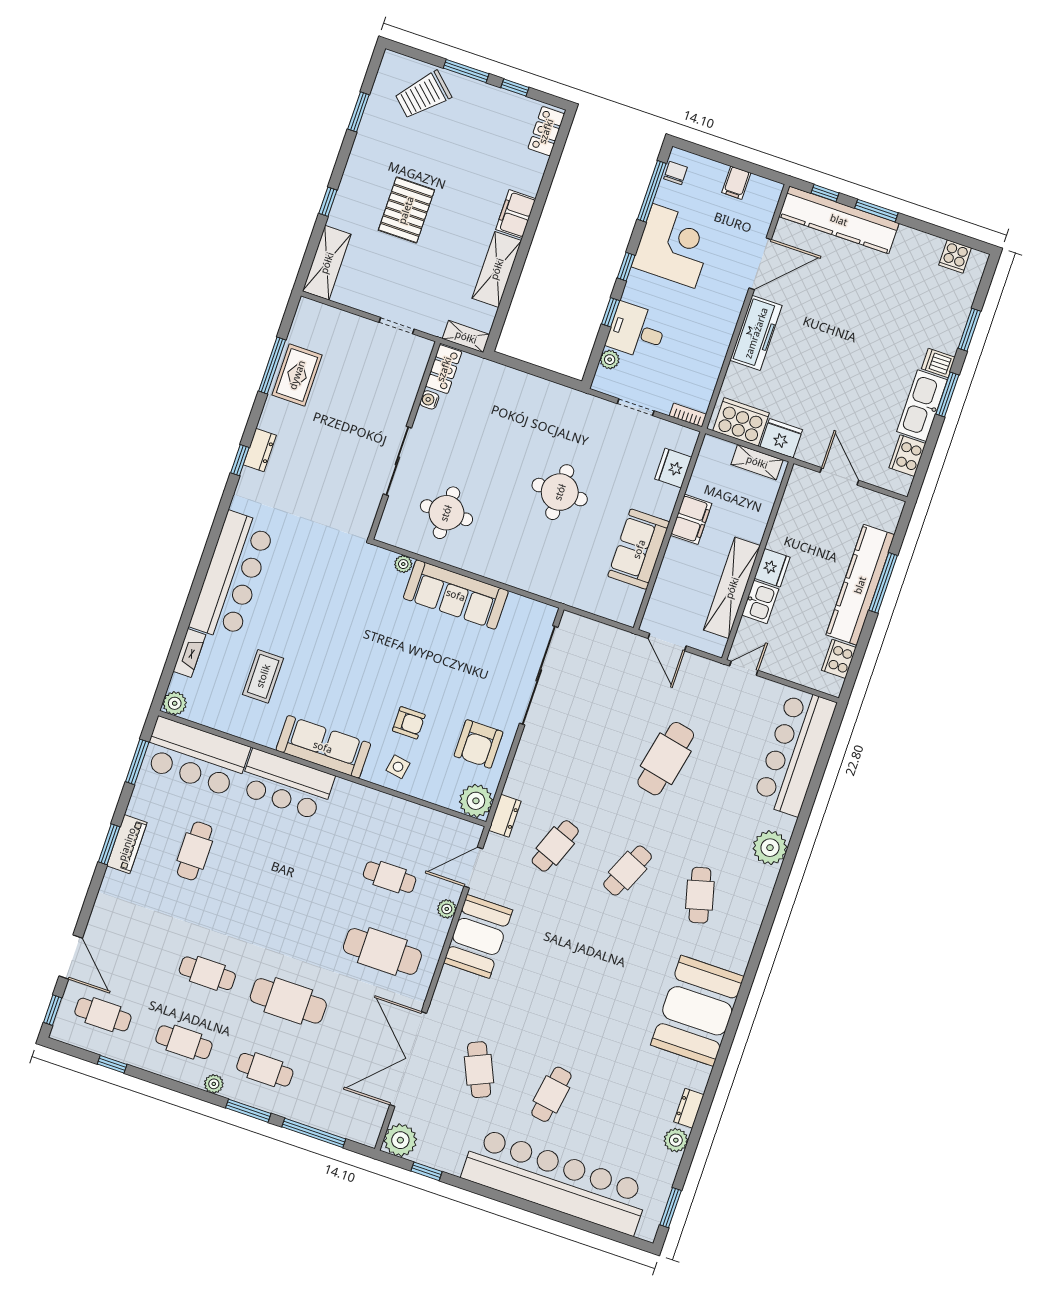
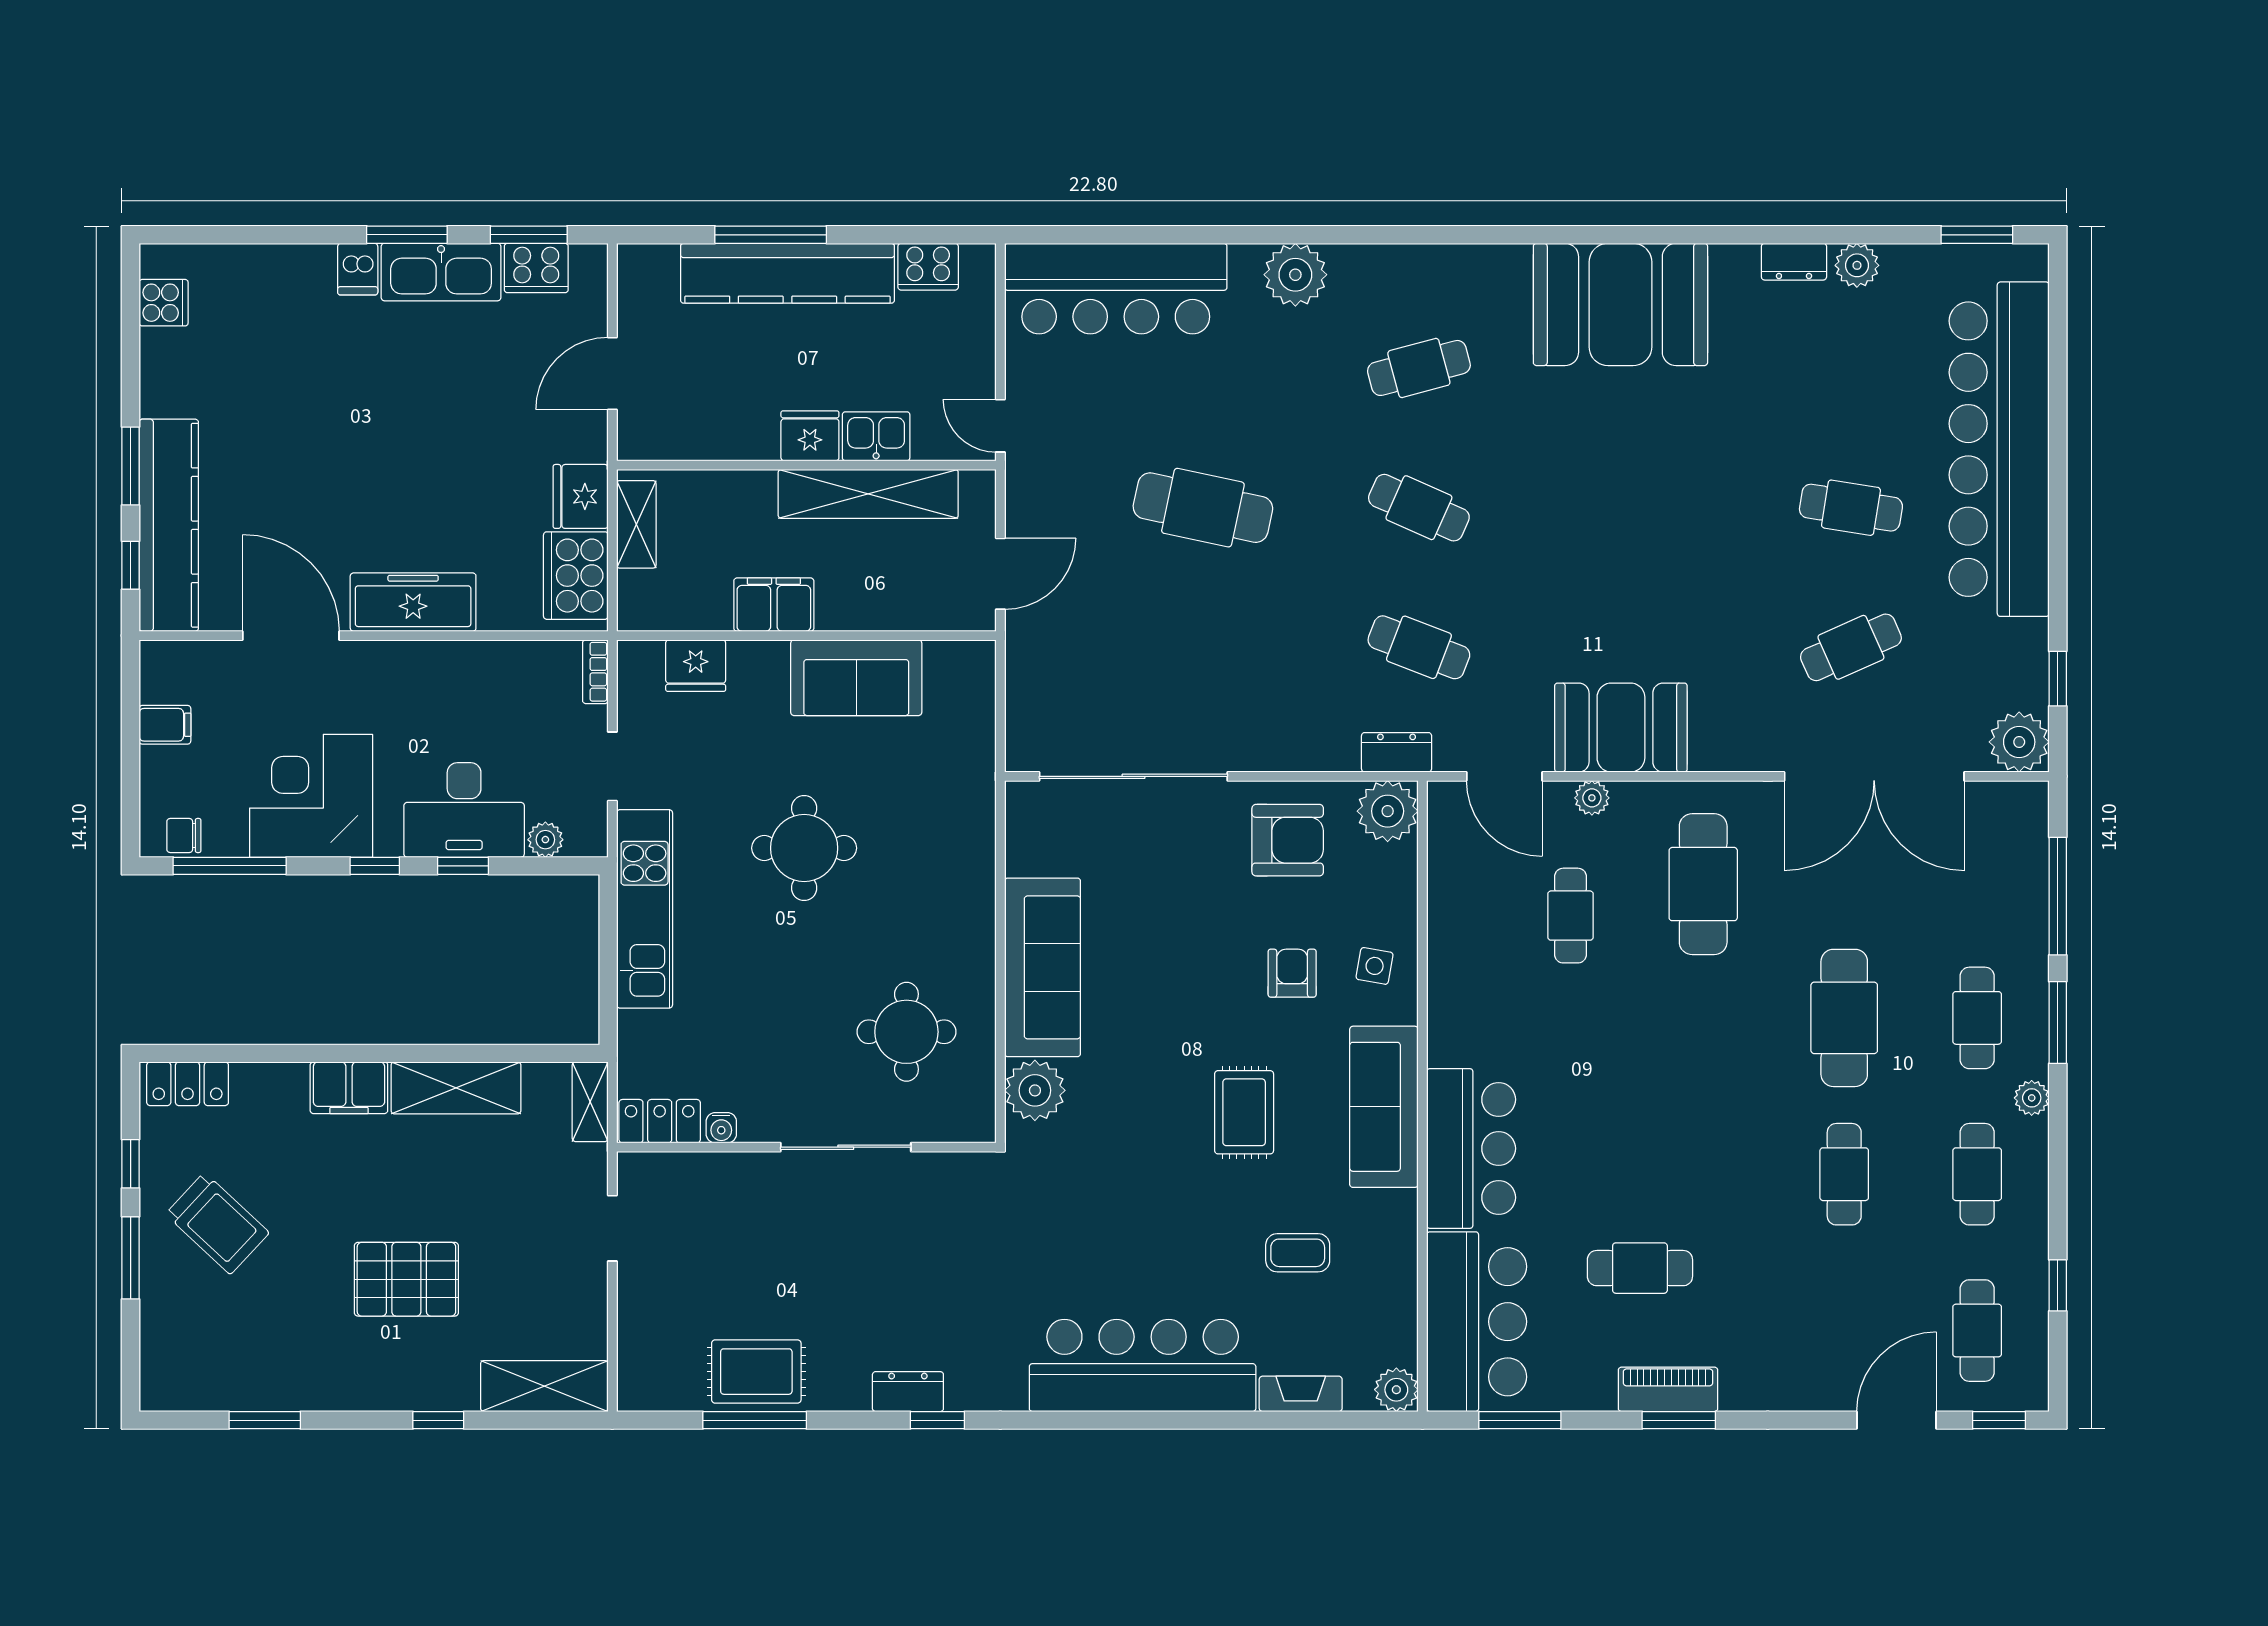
trolley: (423, 95) -> (217, 1223), moved
window: (969, 330) -> (529, 235), moved
desk: (636, 331) -> (464, 810), width x1.37
kitchen unit: (556, 399) -> (645, 909), added
plant: (403, 564) -> (1035, 1090), width x1.88, depth x1.88
rug: (345, 673) -> (1244, 1112), added
coffee table: (263, 676) -> (1298, 1253), width x0.73, depth x0.77

